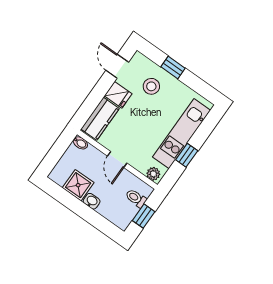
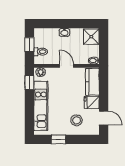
window: (173, 67) -> (58, 139), moved
window: (187, 155) -> (29, 83), moved
shower: (78, 185) -> (91, 37), moved

